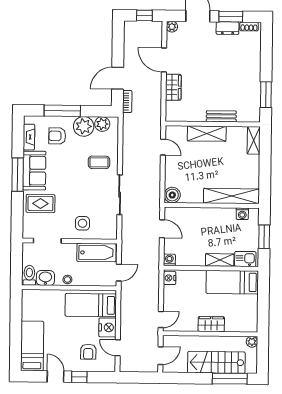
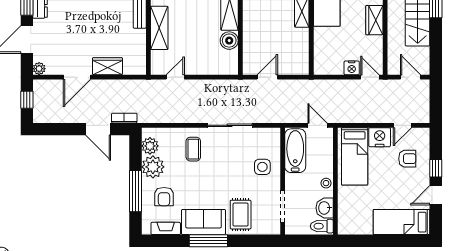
boiler: (172, 195) -> (229, 41), moved
washing machine: (169, 260) -> (302, 68), removed
nightstand: (169, 278) -> (352, 68), moved

